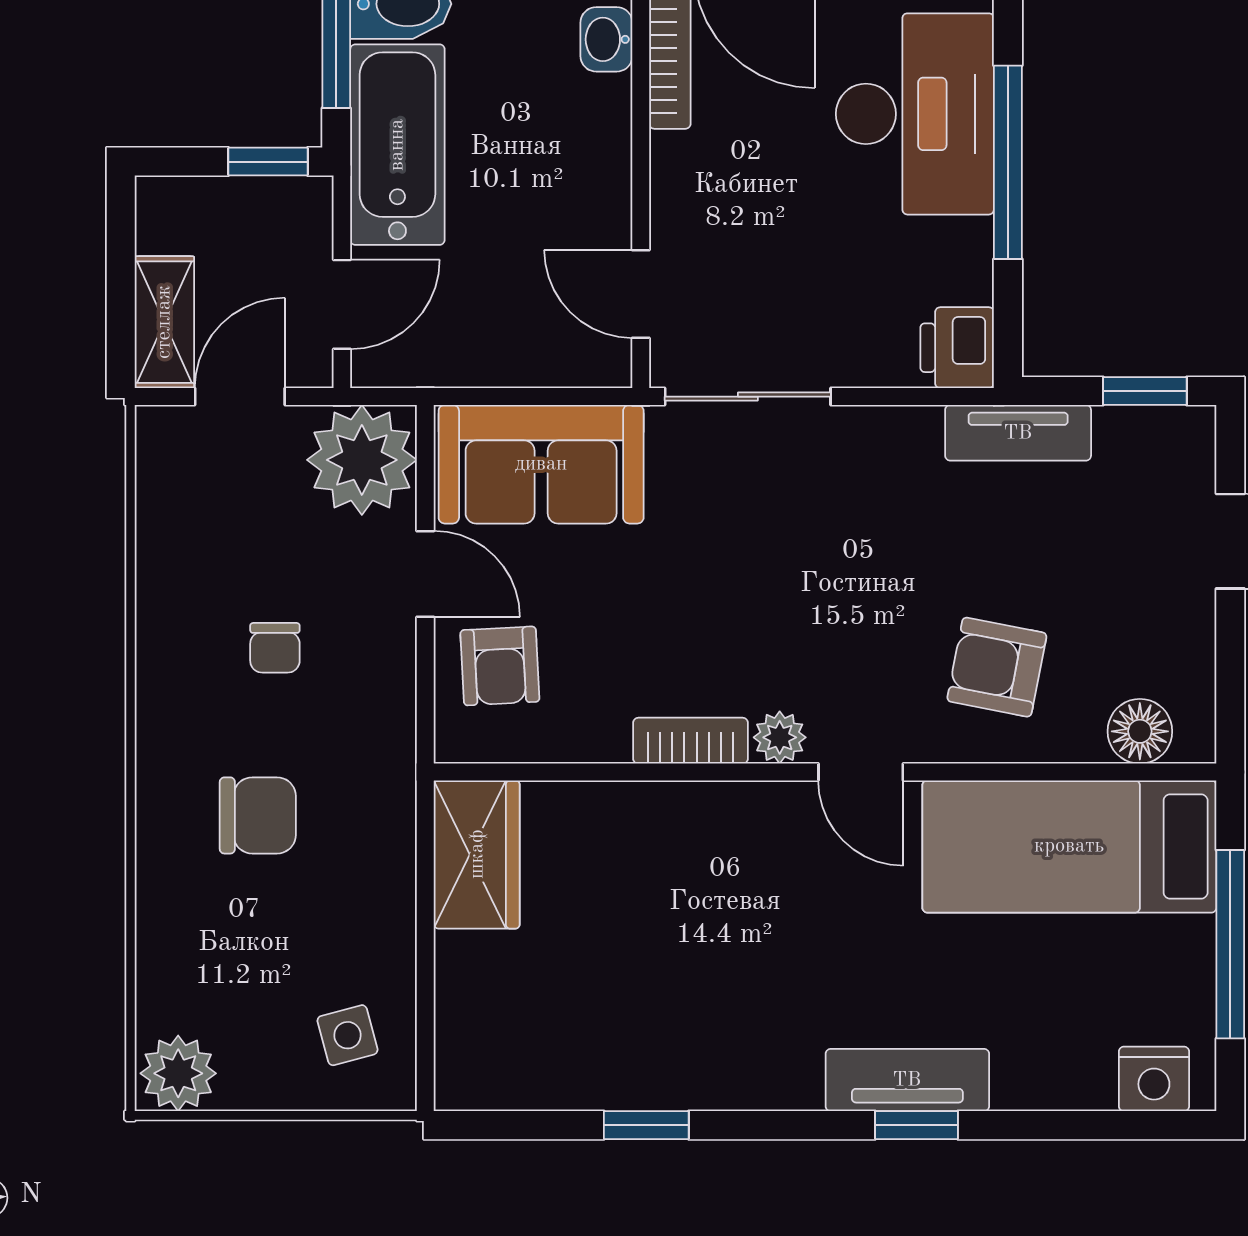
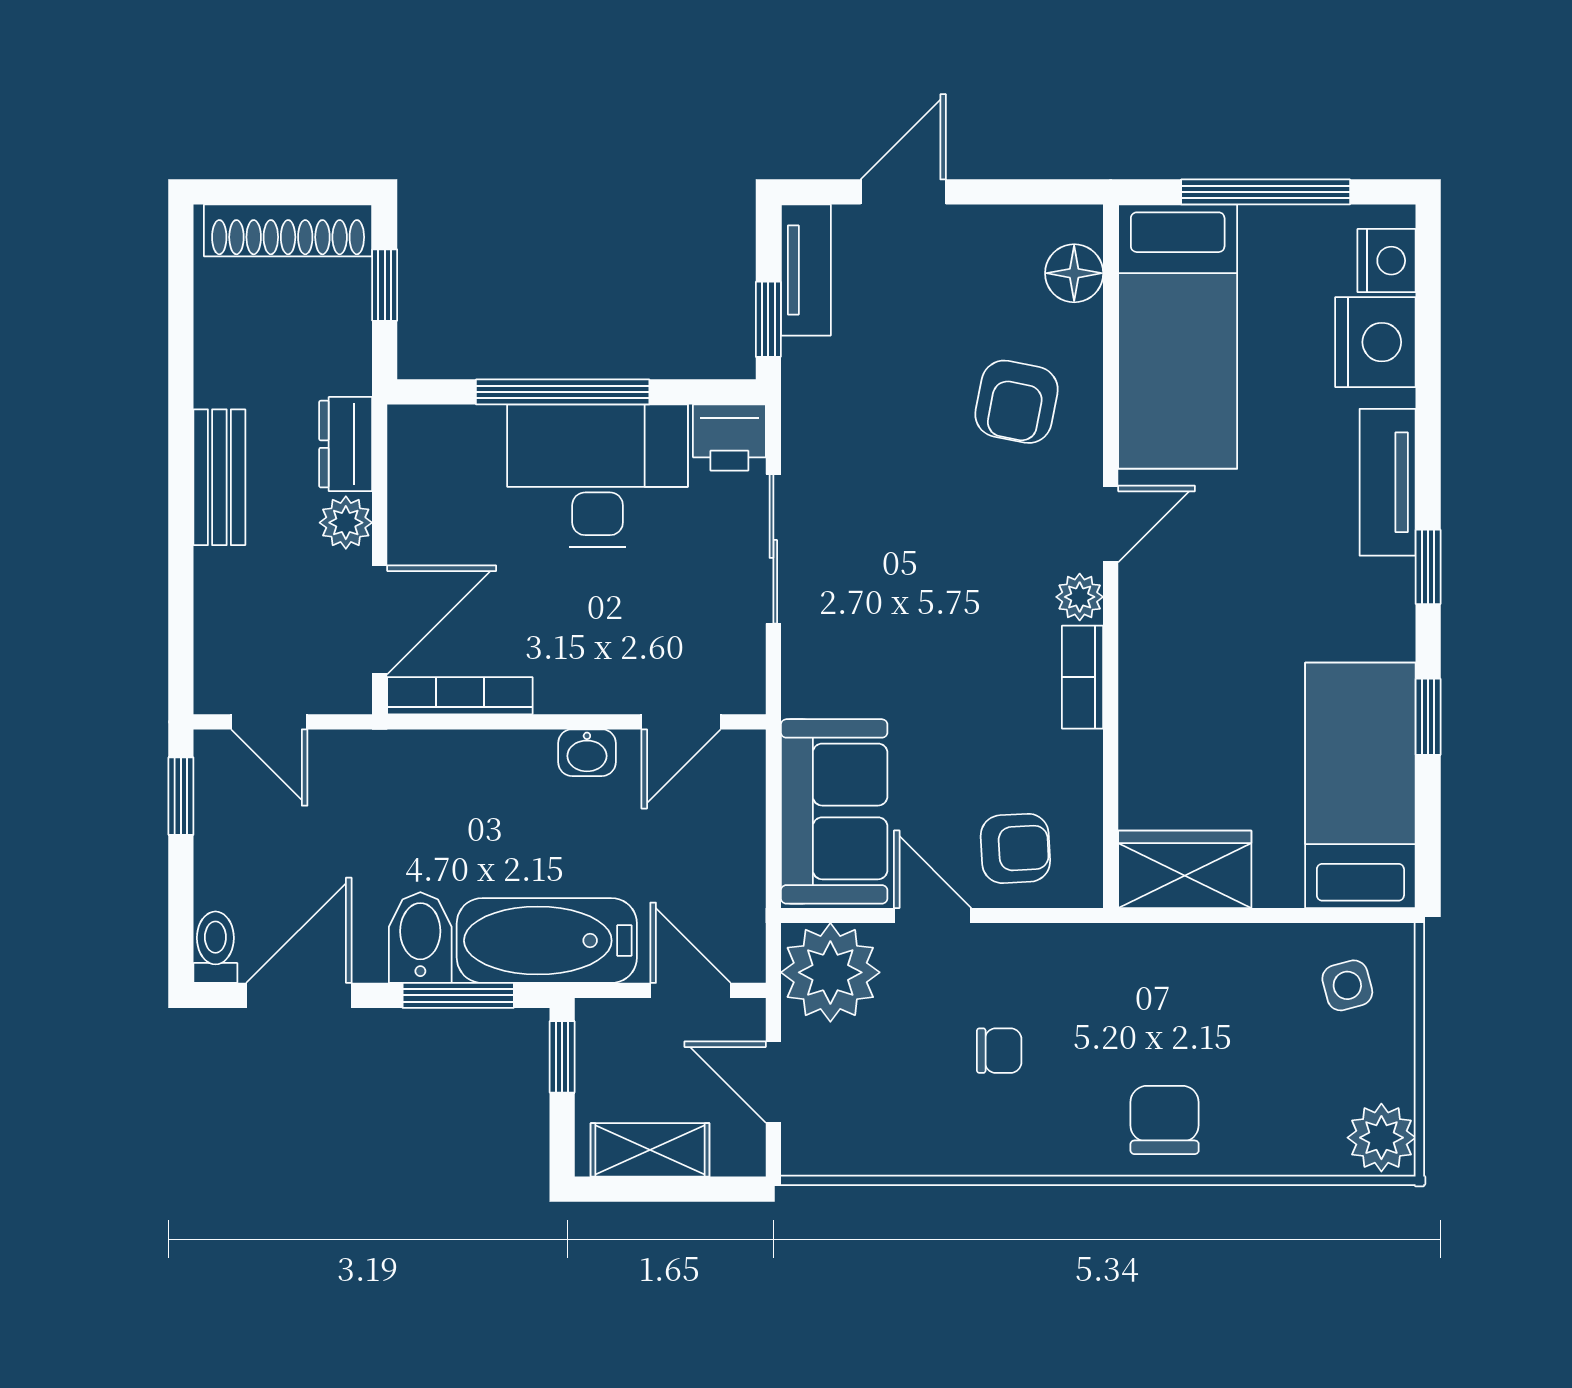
washbasin: (606, 39) -> (587, 753), moved
desk: (915, 114) -> (598, 475), moved
shelving: (164, 322) -> (650, 1150), moved
window: (1145, 391) -> (768, 319), moved
sliding door: (748, 397) -> (773, 549), moved
tv unit: (1018, 433) -> (806, 270), moved
door: (425, 574) -> (933, 916), hinge flipped
chair: (258, 815) -> (1165, 1120), moved
bed: (570, 1050) -> (1360, 785), added
nightstand: (1063, 1066) -> (1375, 342), added
window: (916, 1125) -> (1428, 567), moved

